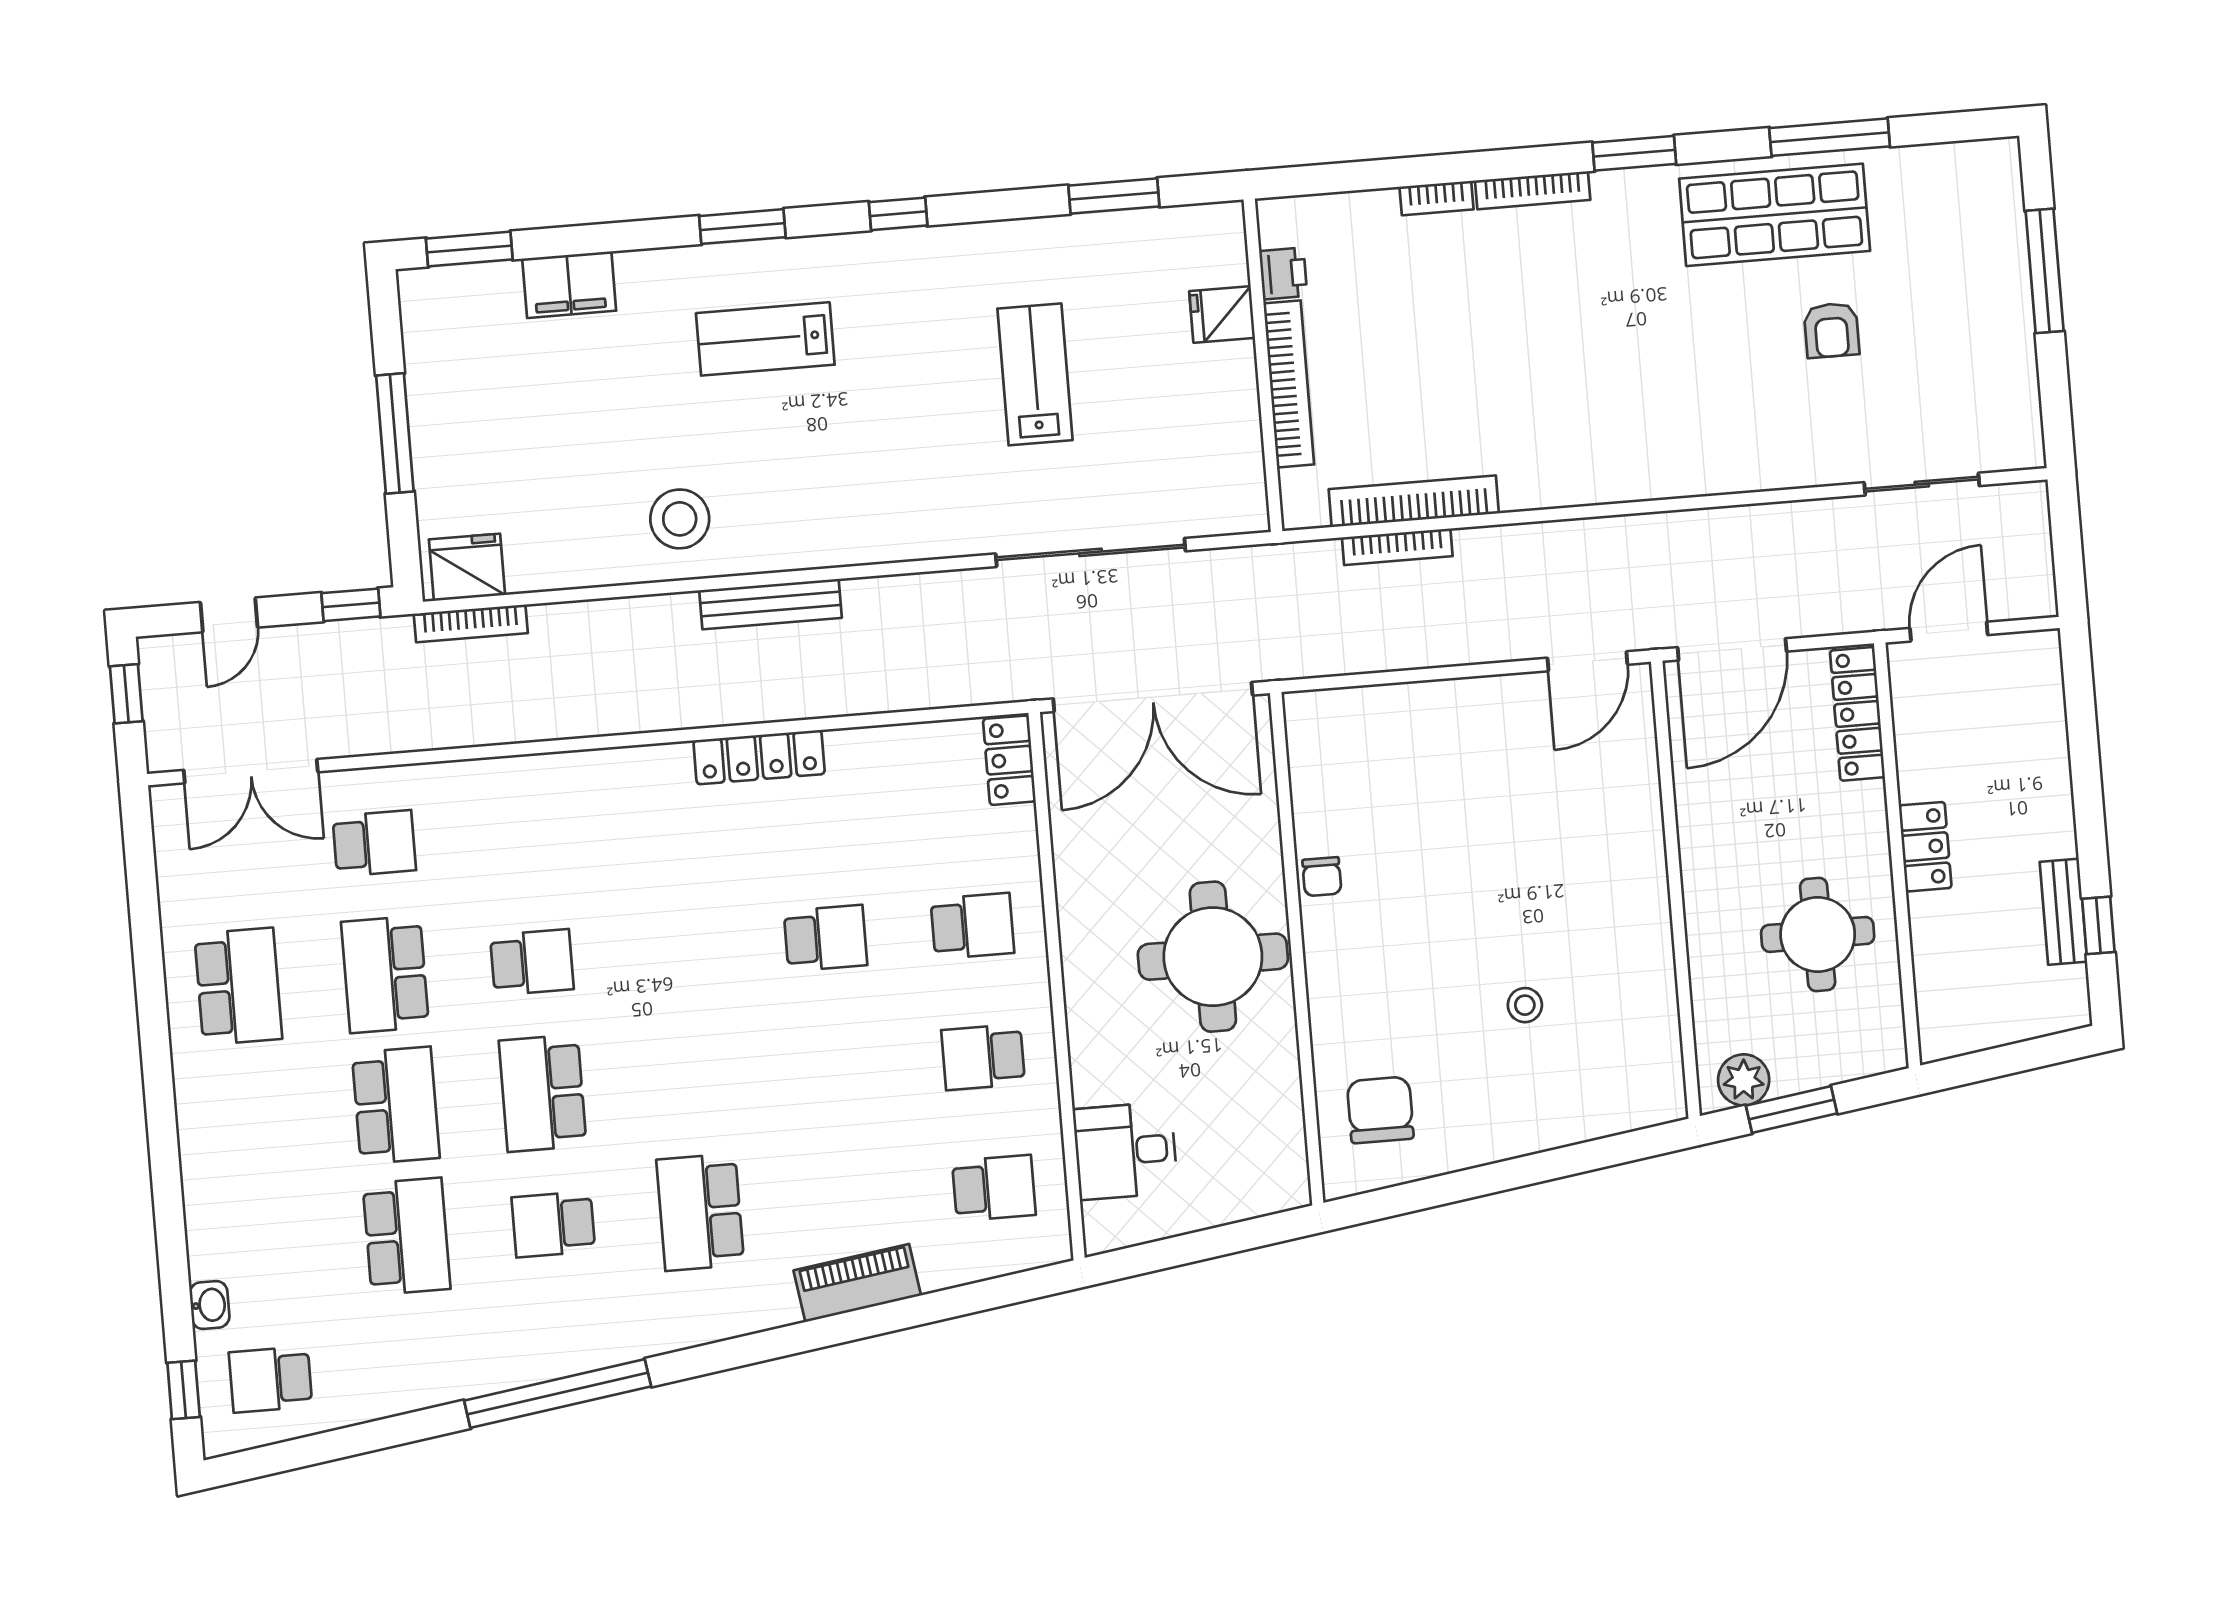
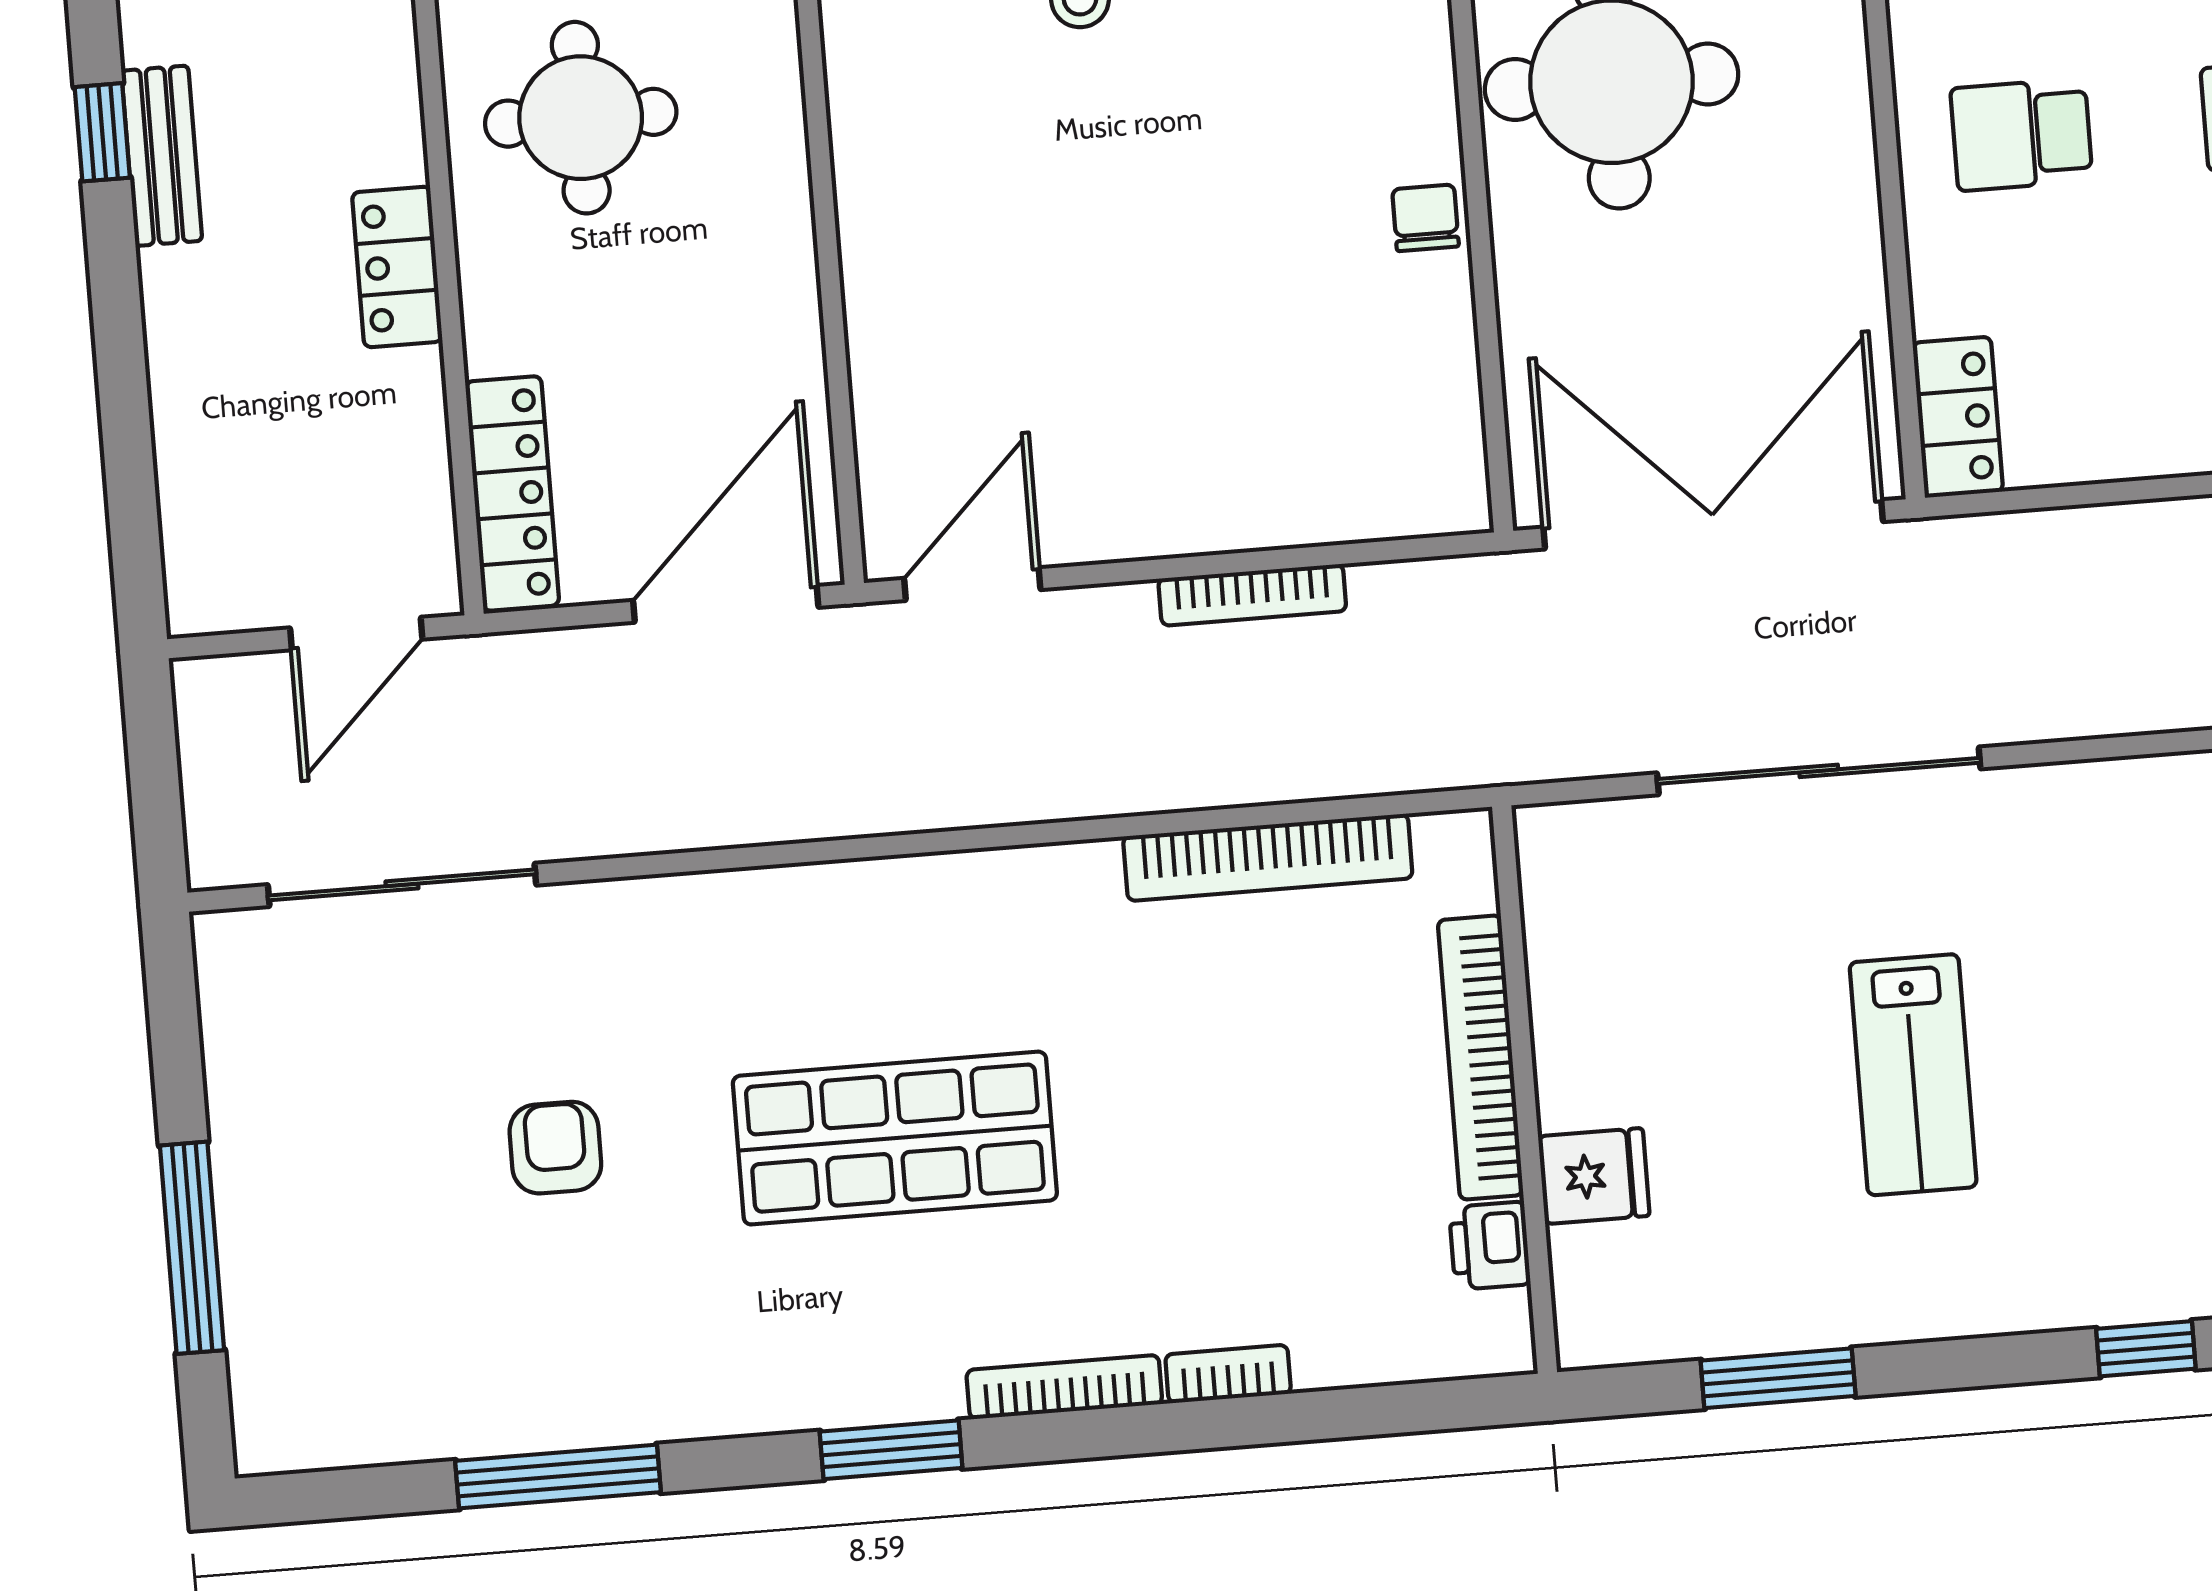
shop shelf: (1775, 215) -> (895, 1138), moved
sliding door: (1922, 484) -> (402, 885), width x1.37
bookcase: (1397, 547) -> (1252, 595), moved, turned 180

